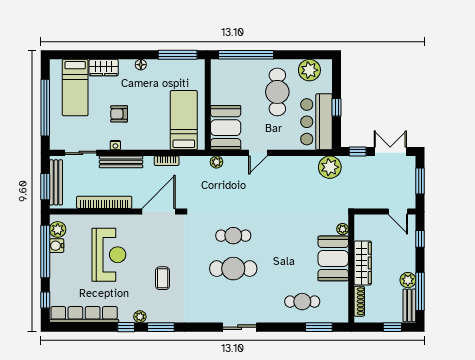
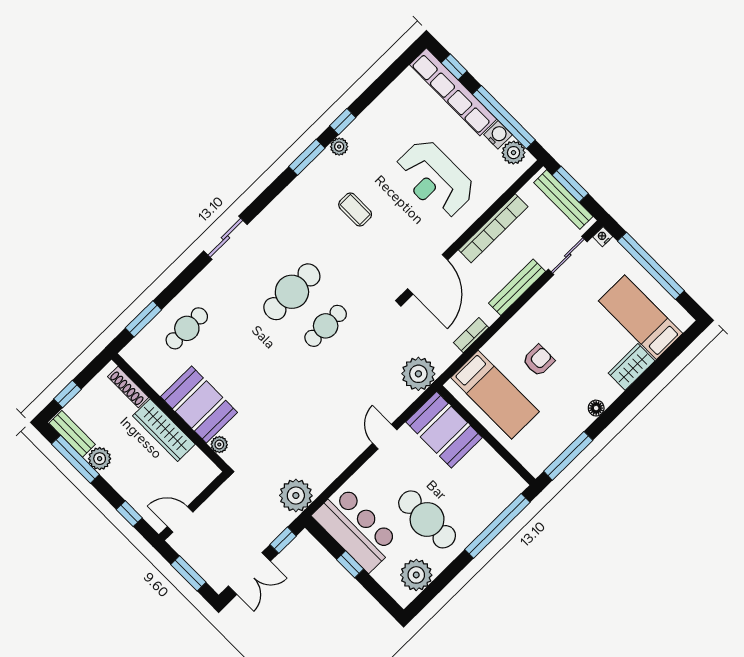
armchair: (119, 114) -> (539, 360), moved
nightstand: (115, 145) -> (603, 237), moved
plant: (216, 162) -> (418, 374), width x1.88, depth x1.88
row of seats: (84, 315) -> (453, 92), moved, turned 90

